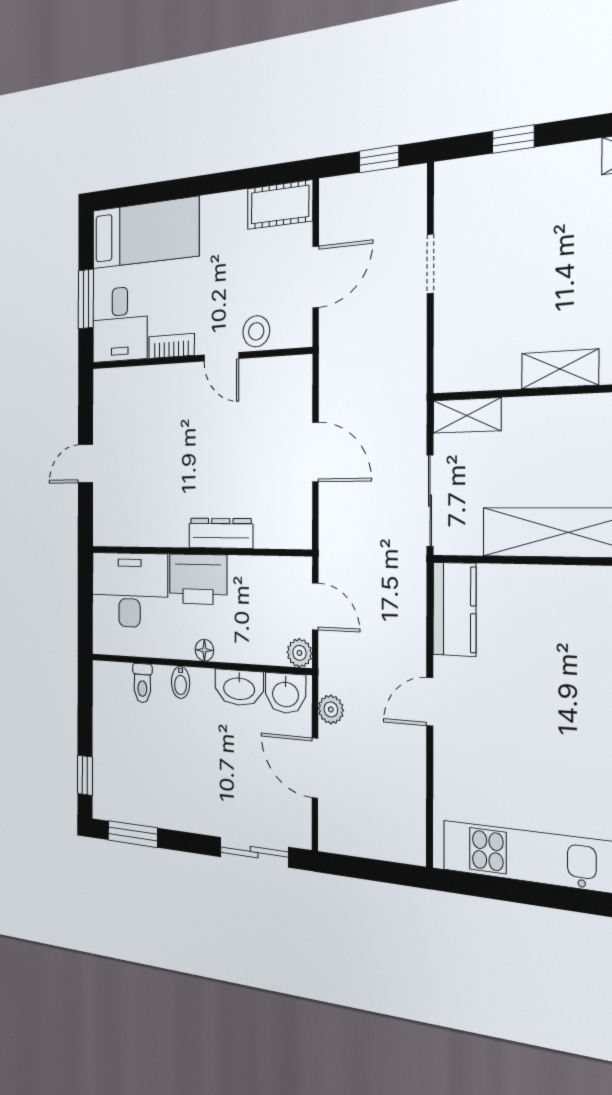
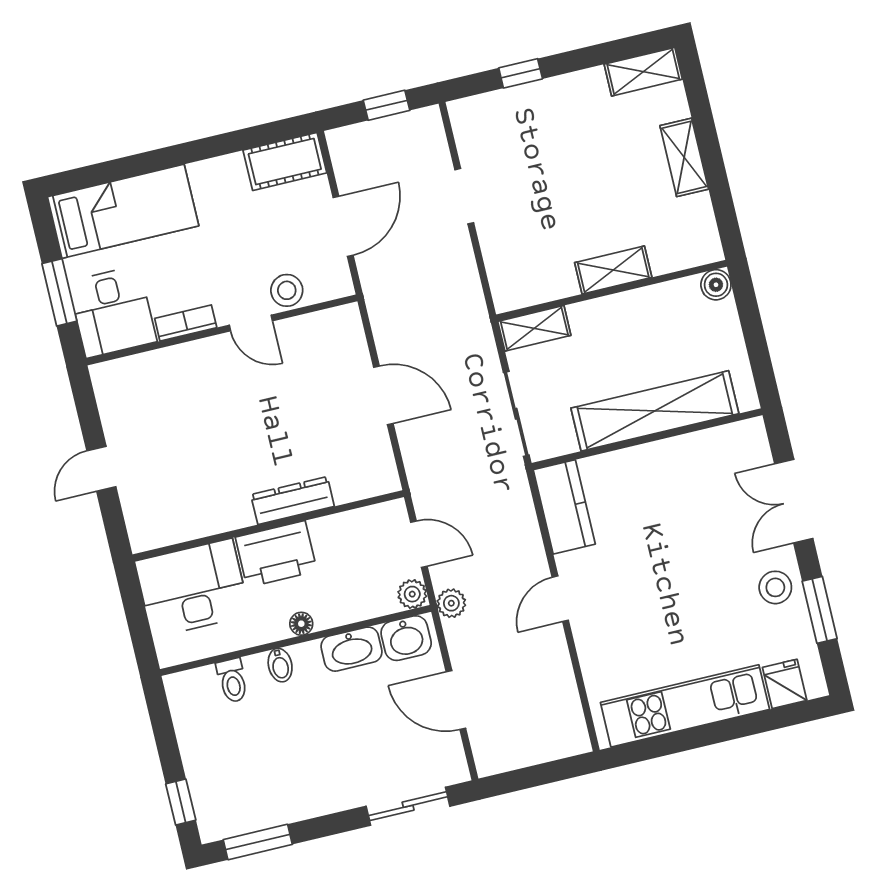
plant: (331, 709) -> (451, 603), moved

